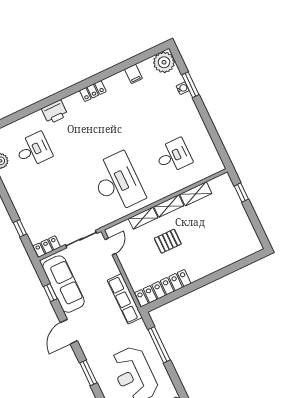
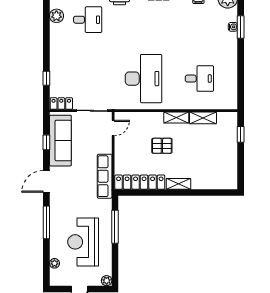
shelving: (143, 218) -> (179, 184), moved
window: (88, 373) -> (46, 222), width x1.44

